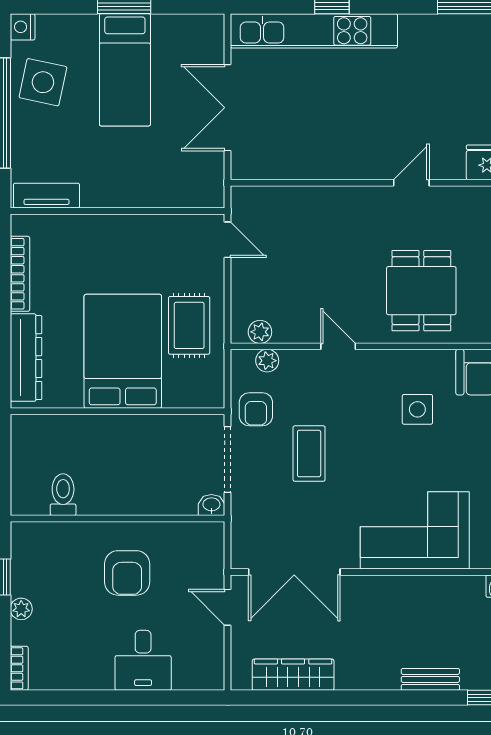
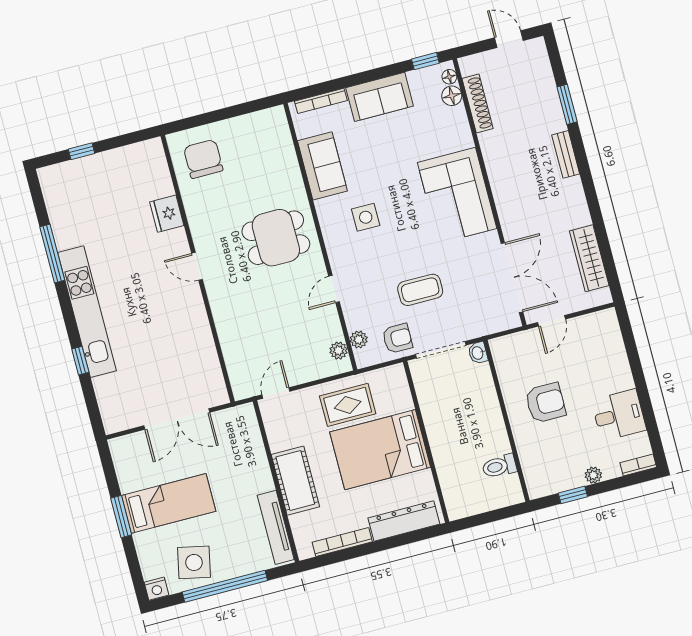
kitchen unit: (314, 31) -> (87, 312), moved
tv unit: (46, 196) -> (276, 527), width x1.41
cot: (112, 235) -> (295, 481), added
desk: (143, 660) -> (619, 415), moved

